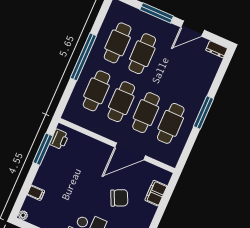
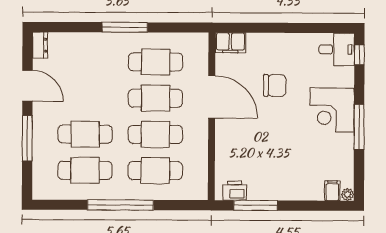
filing cabinet: (36, 193) -> (332, 191), moved
filing cabinet: (156, 193) -> (230, 43), moved
chair: (119, 198) -> (275, 85), turned 115

